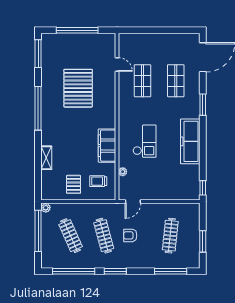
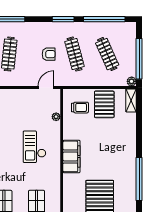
filing cabinet: (107, 146) -> (71, 156), moved
shelving: (46, 158) -> (131, 100), moved
pallet: (74, 184) -> (104, 104), width x1.50, depth x1.42

